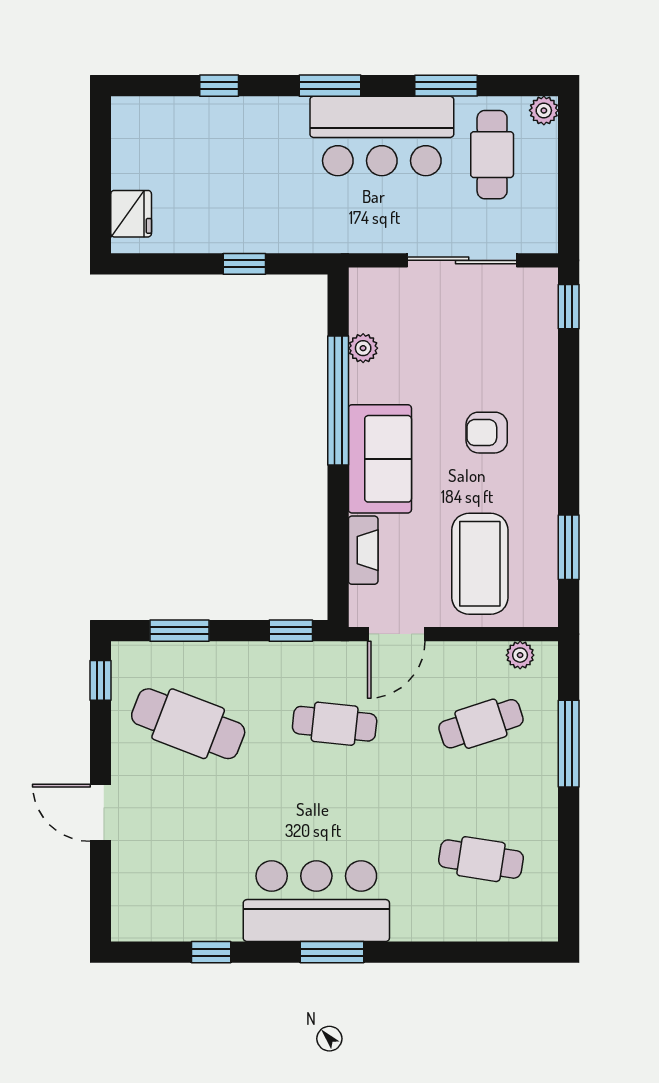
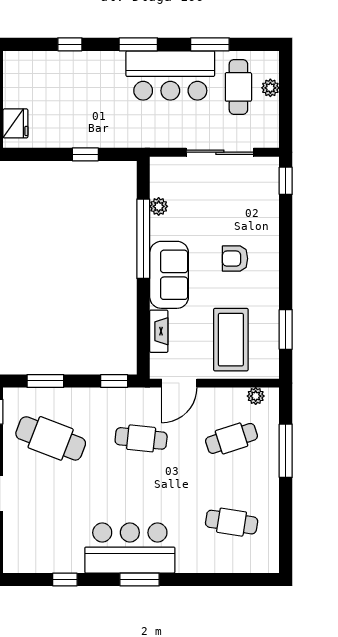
plant: (544, 110) -> (270, 88), moved

